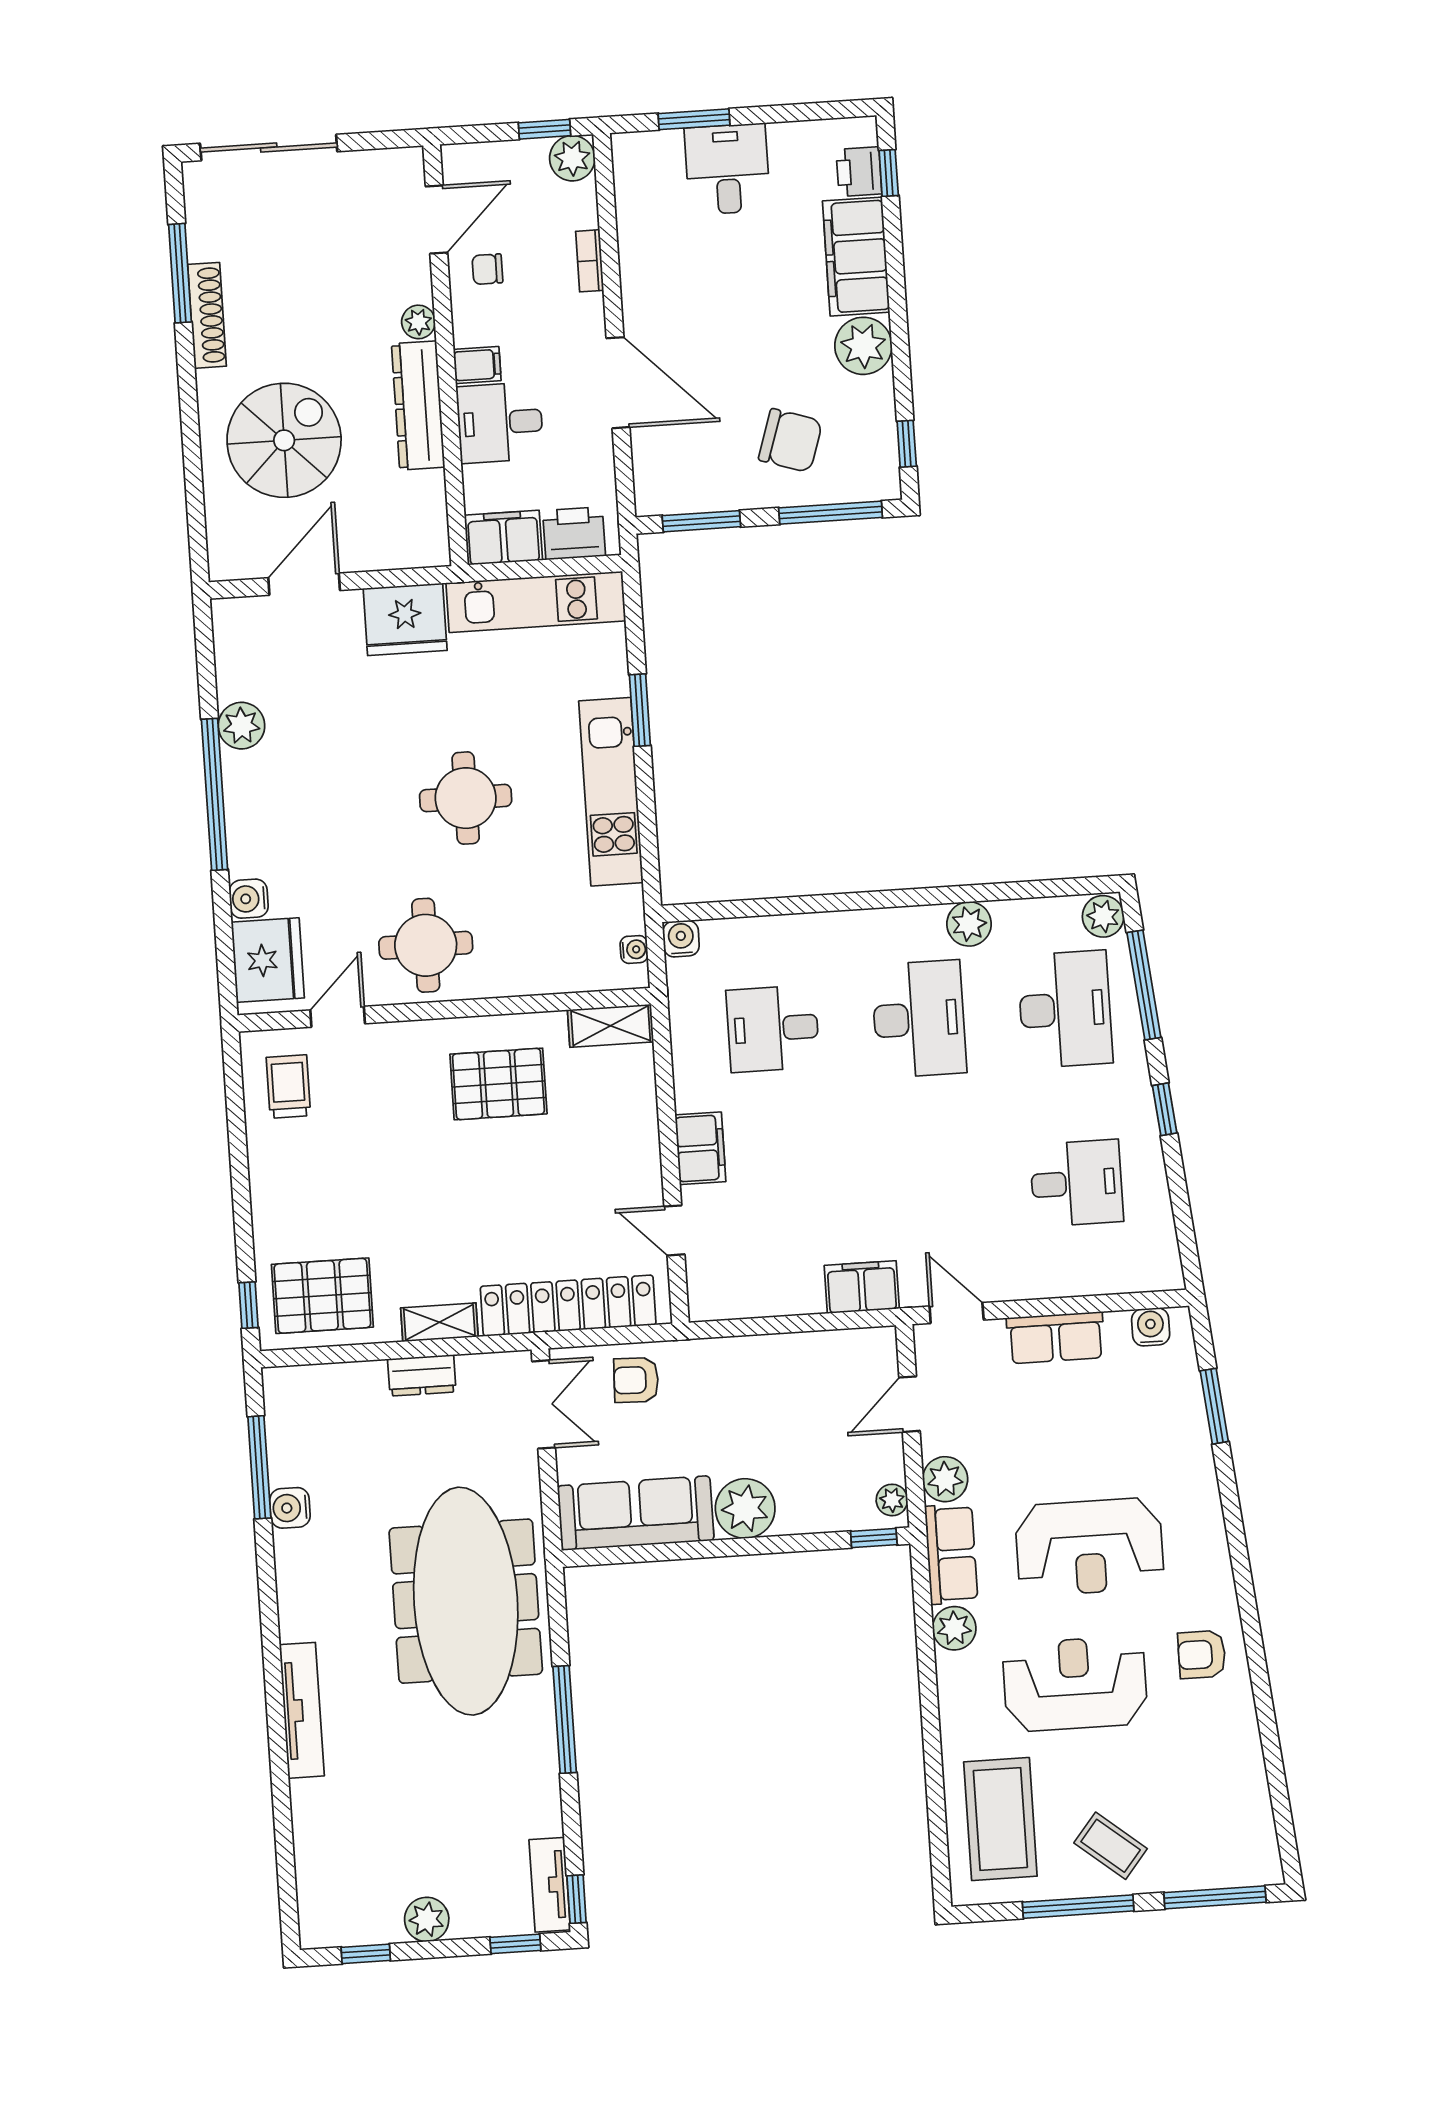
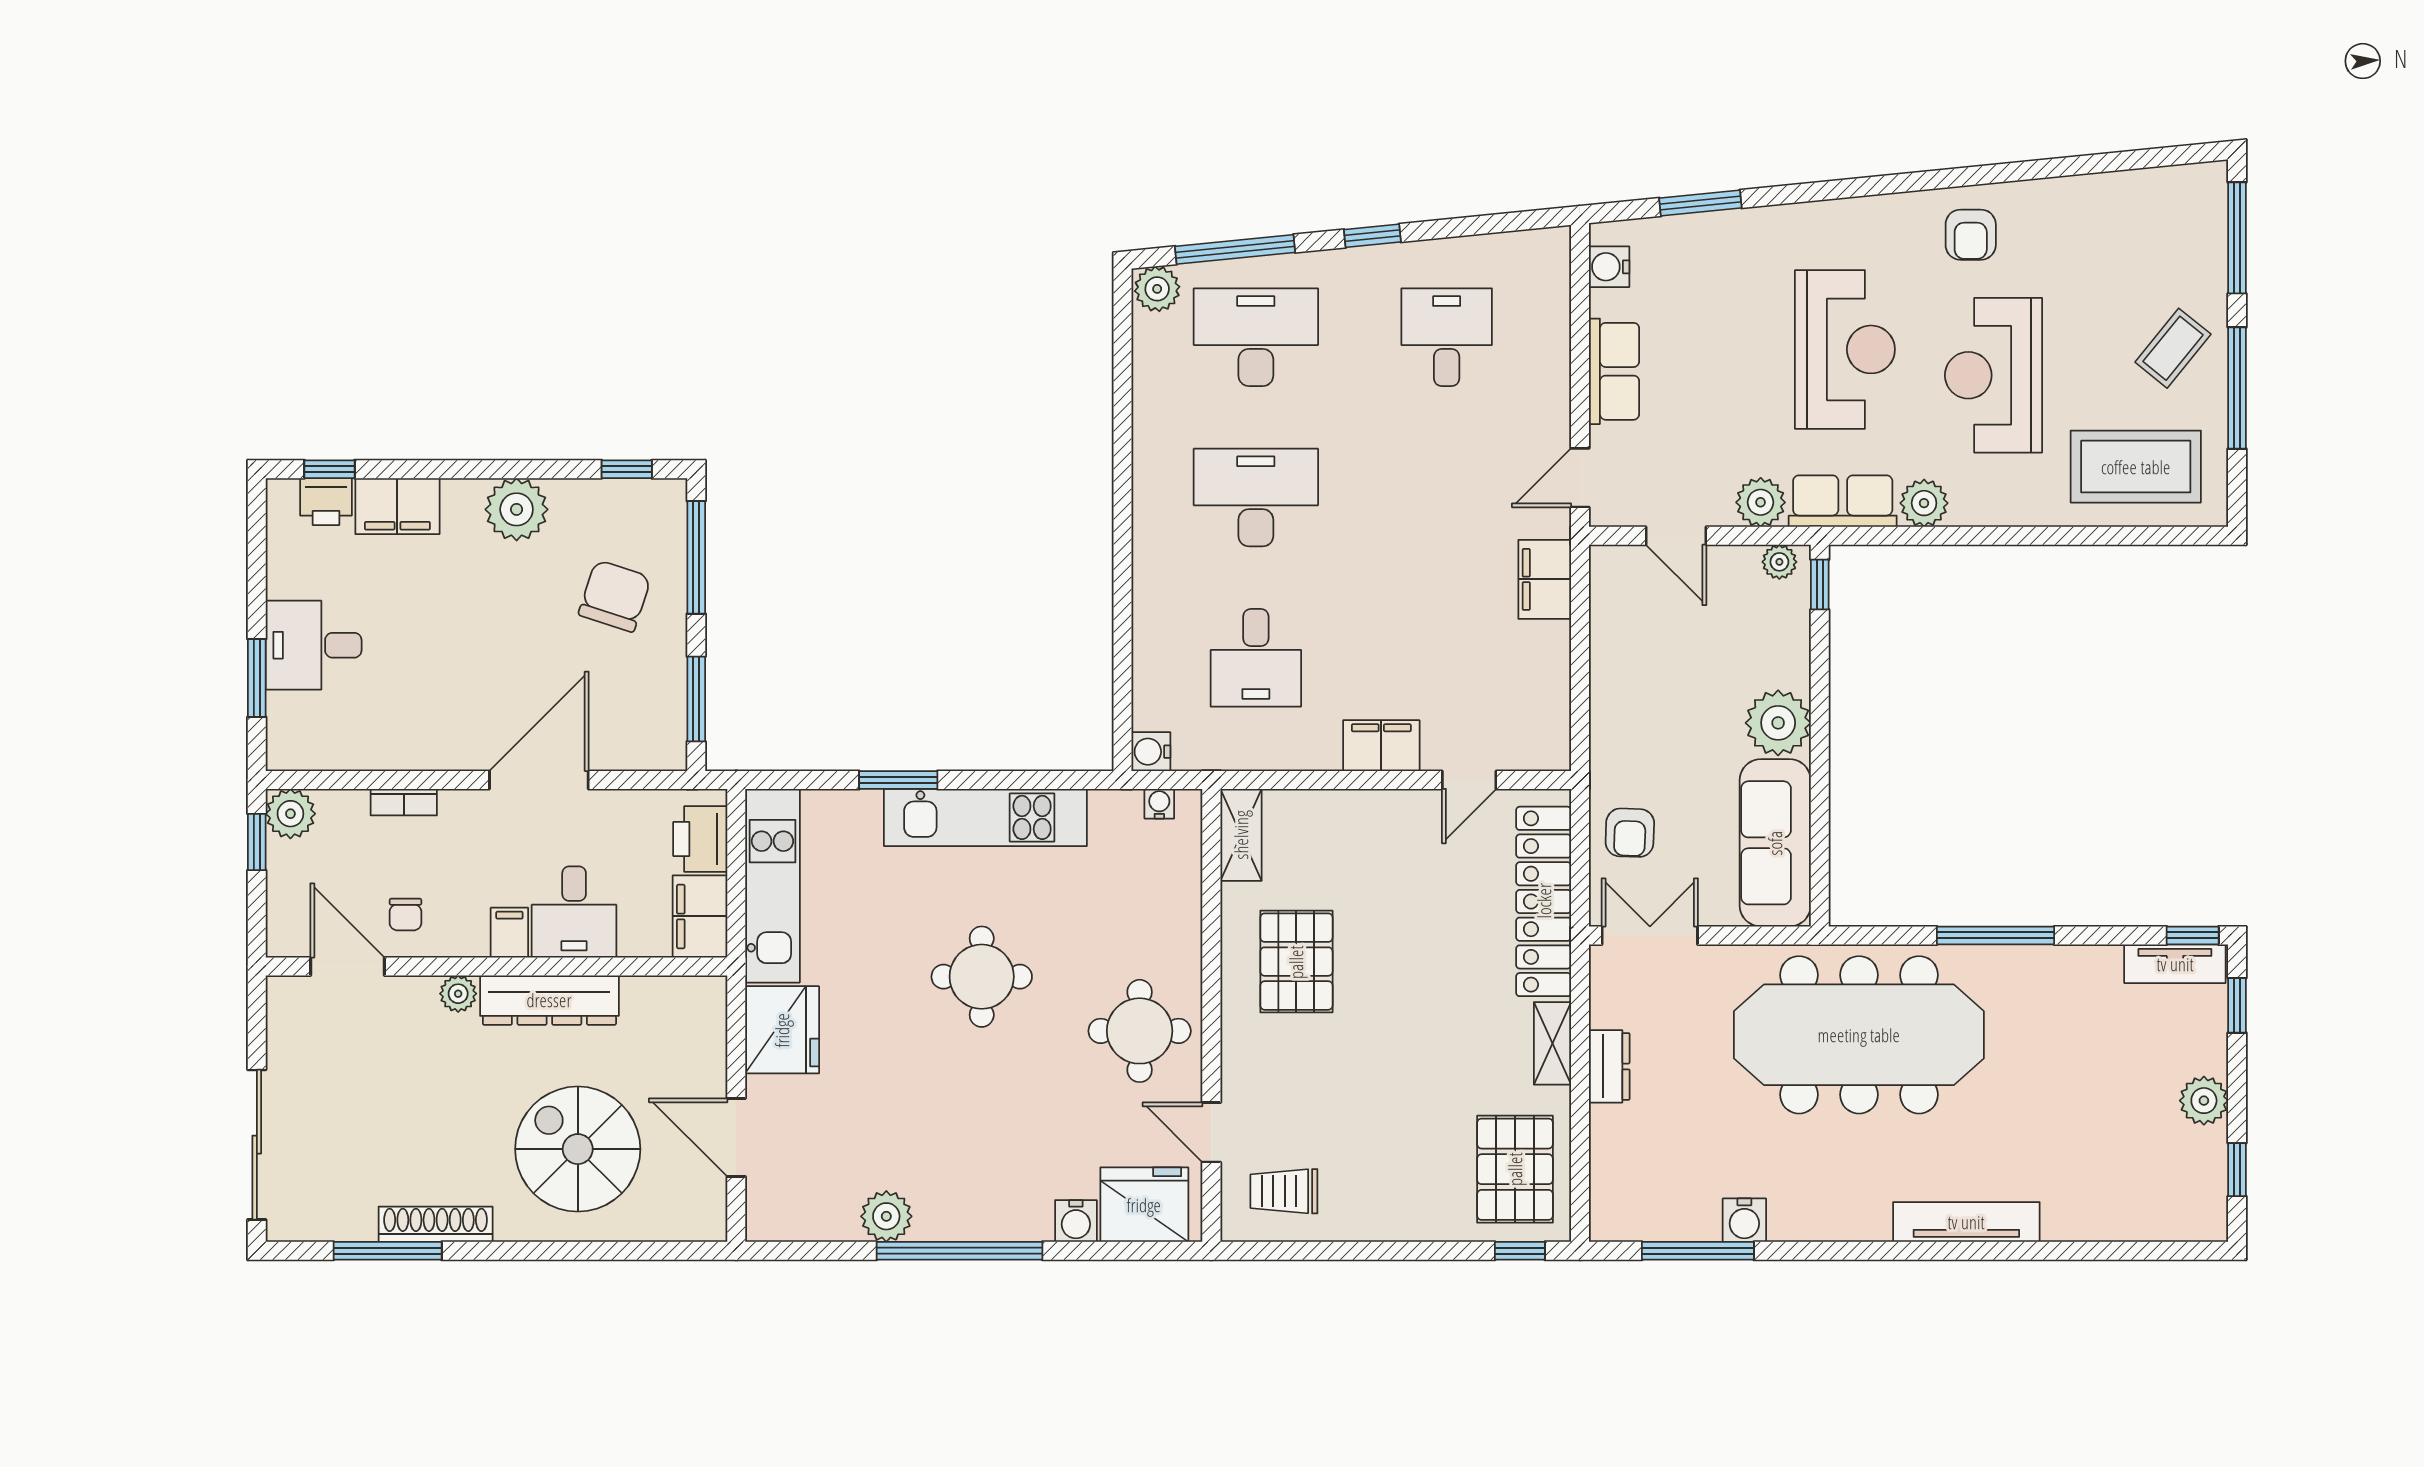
filing cabinet: (856, 257) -> (397, 506), width x0.67, depth x0.86
plant: (969, 924) -> (1156, 436), removed

